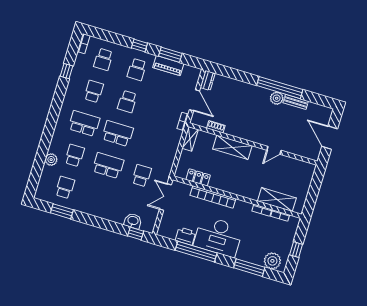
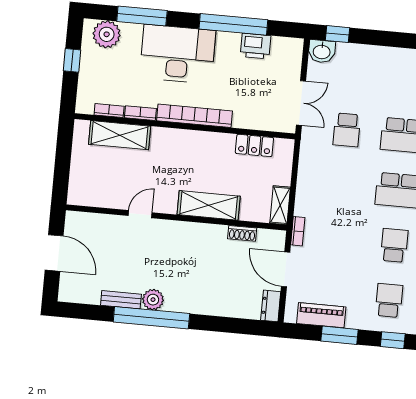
piano: (168, 66) -> (321, 315), moved
bookcase: (213, 197) -> (195, 116), moved
washbasin: (133, 221) -> (322, 51), moved
desk: (218, 236) -> (178, 54), moved

